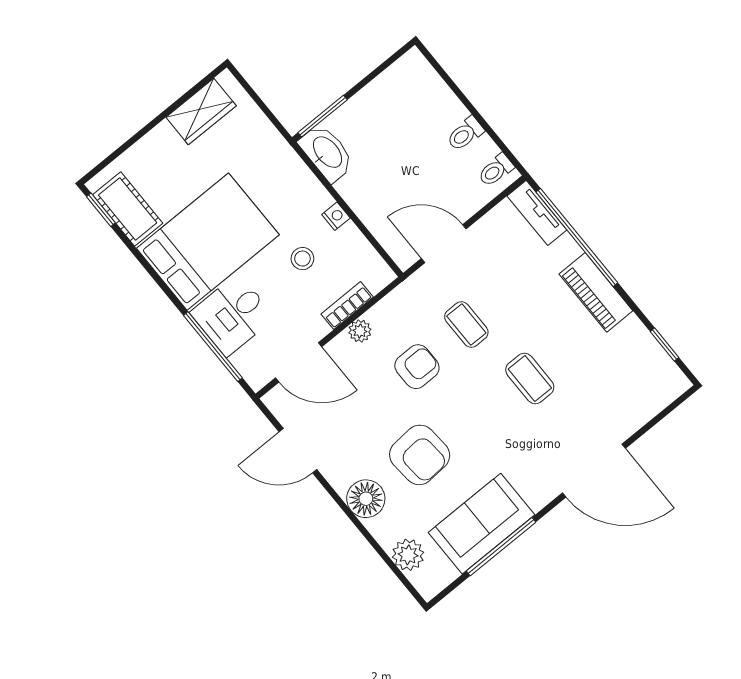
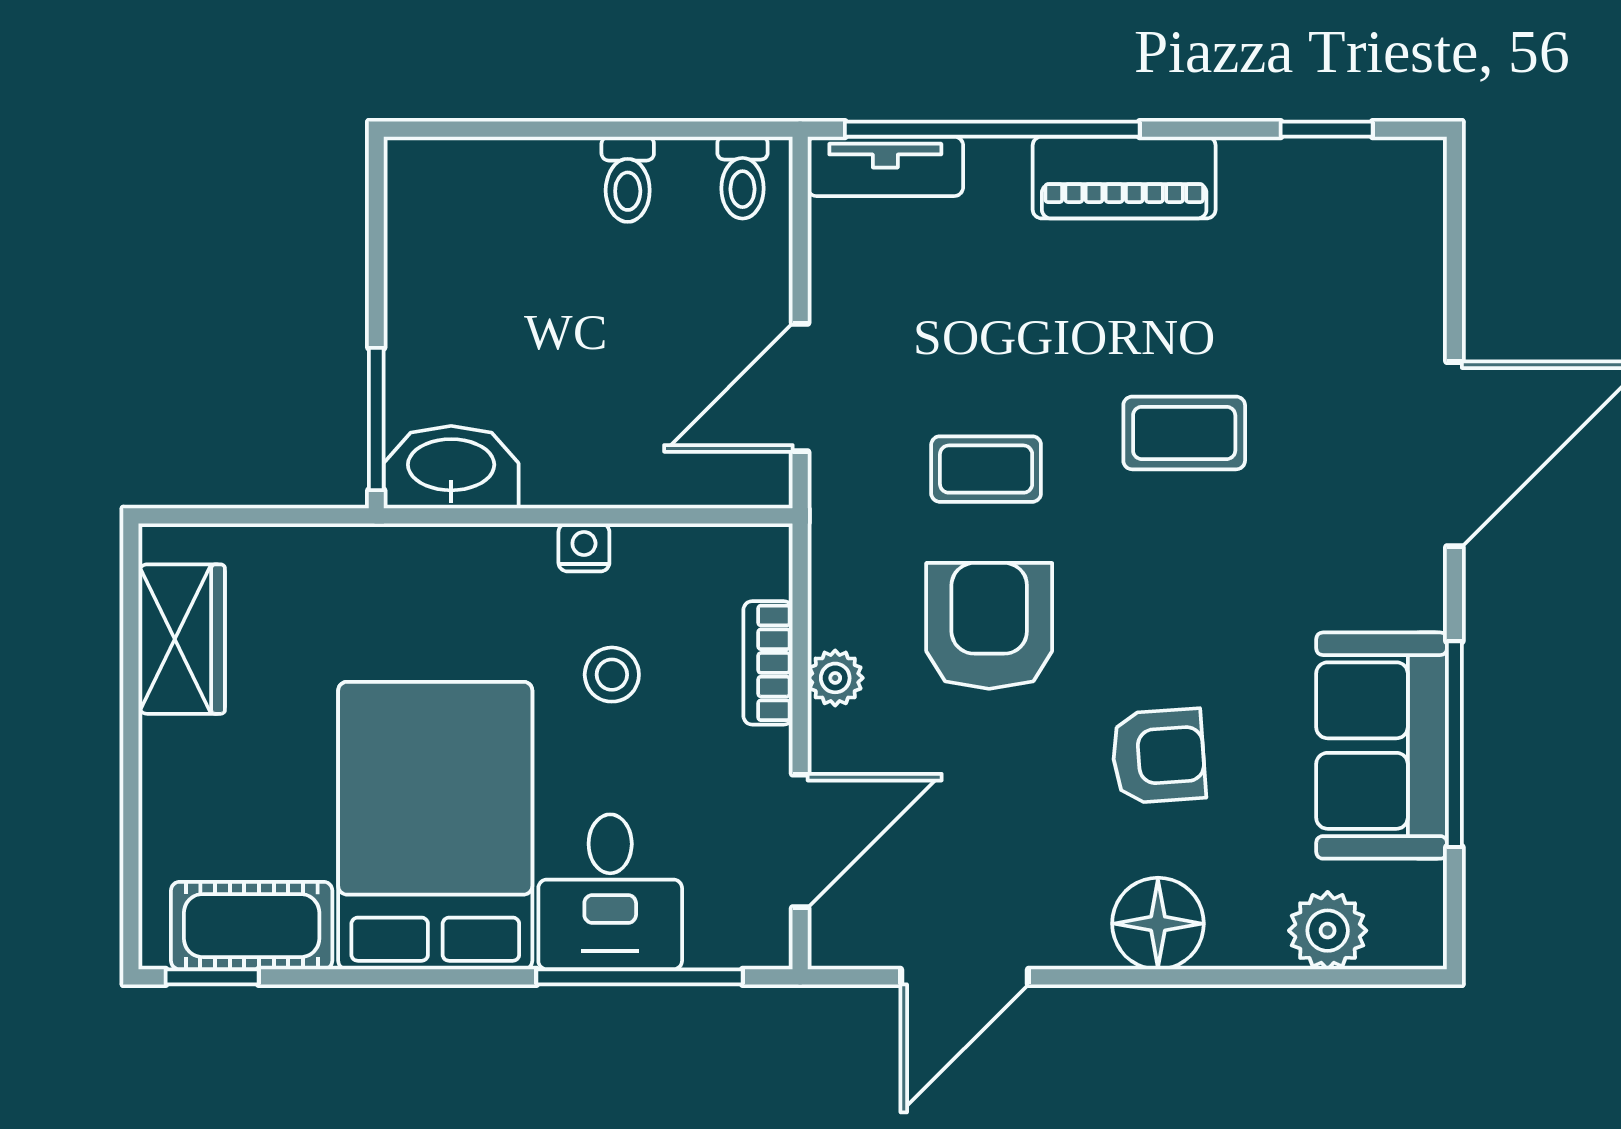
armchair: (417, 367) -> (989, 626), width x1.38, depth x1.38
armchair: (420, 455) -> (1158, 756), width x0.72, depth x0.72

